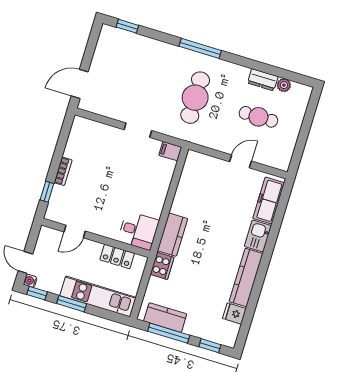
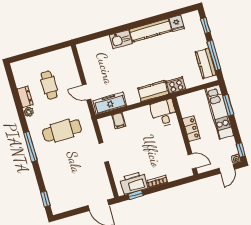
plant: (284, 85) -> (29, 112), moved
printer: (79, 142) -> (134, 183), added
filing cabinet: (170, 151) -> (119, 121), moved
door: (241, 161) -> (87, 92), moved
window: (47, 192) -> (136, 195), moved
freezer: (269, 201) -> (110, 103), moved, turned 180
door: (75, 231) -> (192, 161), moved
locker: (117, 257) -> (191, 129), moved
window: (72, 304) -> (228, 105), moved

